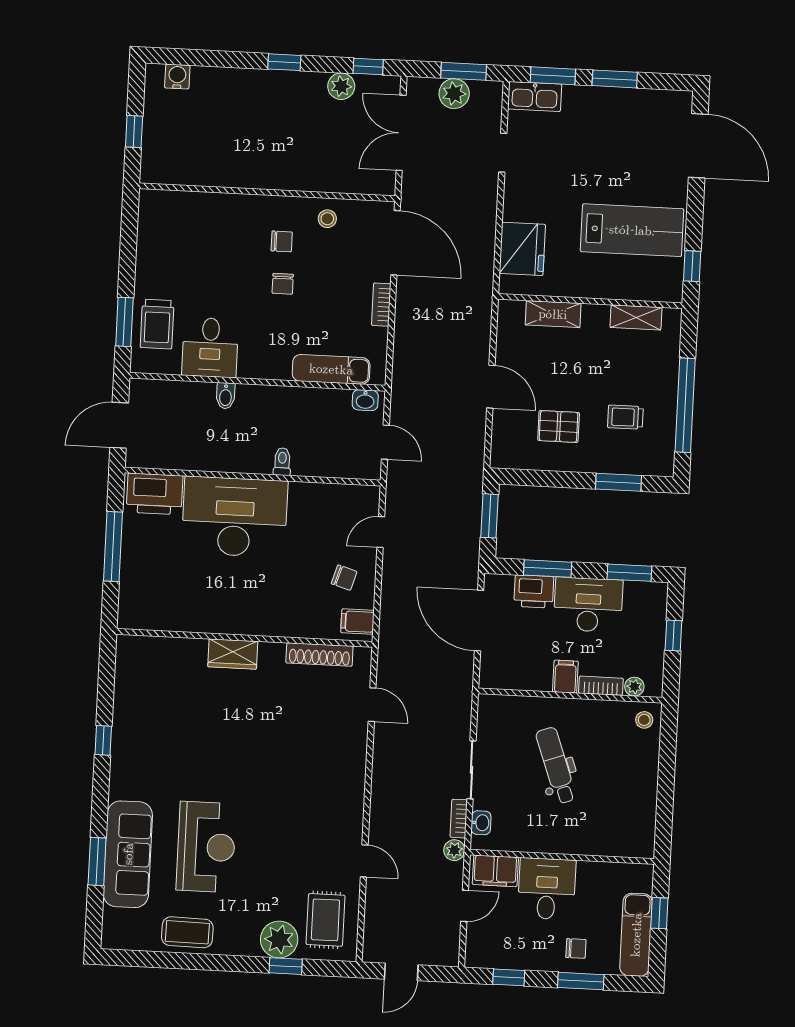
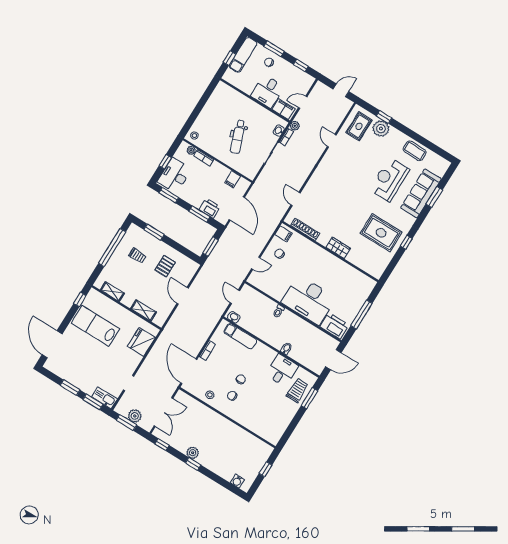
plant: (341, 86) -> (193, 453), moved
pallet: (559, 426) -> (165, 266), turned 90
desk: (588, 605) -> (174, 175), moved, turned 90
filing cabinet: (565, 677) -> (232, 179), moved
rug: (164, 731) -> (381, 233), added

